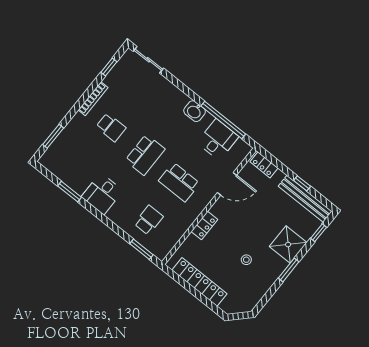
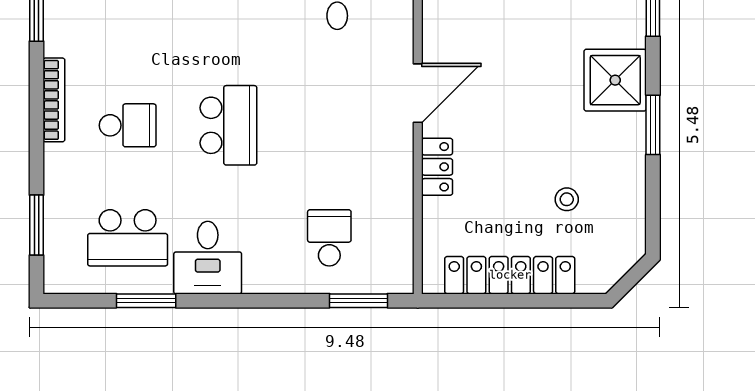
school desk: (179, 182) -> (128, 238), moved
door: (227, 184) -> (418, 93), moved
stool: (246, 260) -> (567, 199), moved

